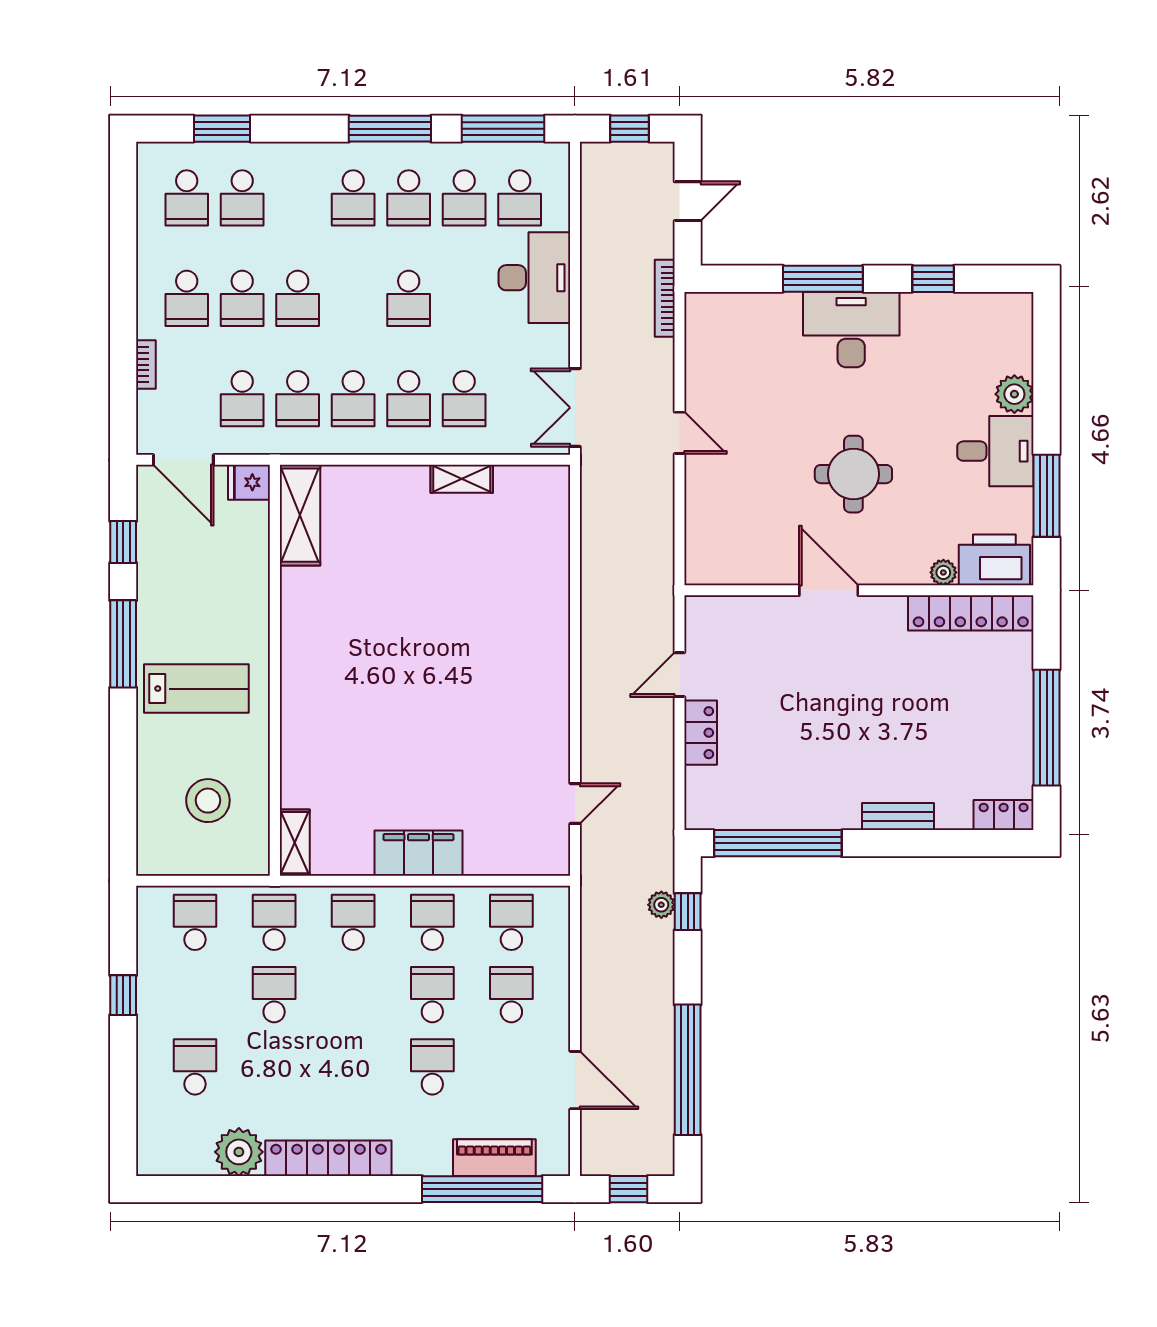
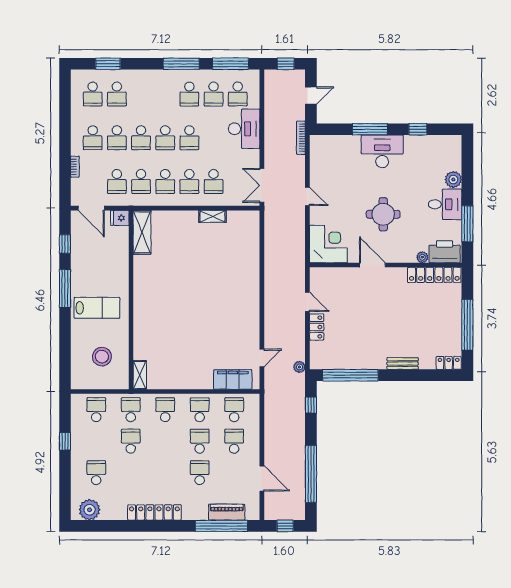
school desk: (353, 198) -> (165, 138), moved
corner desk: (728, 542) -> (328, 244), added
door: (679, 675) -> (307, 302), swing flipped
filing cabinet: (419, 853) -> (233, 379), moved
plant: (661, 905) -> (299, 367), moved
plant: (239, 1152) -> (90, 510), moved

